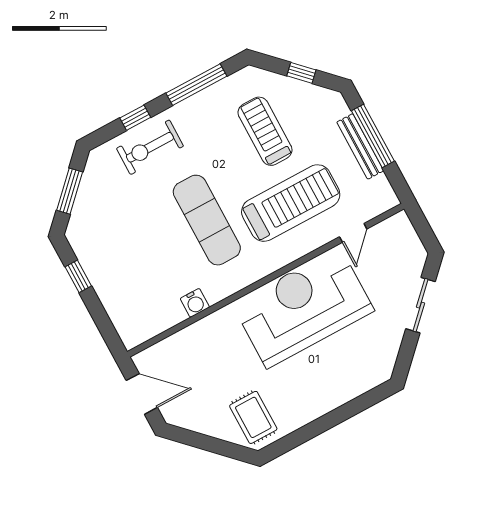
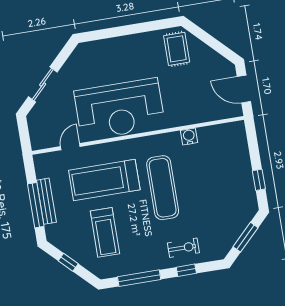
exercise bike: (150, 147) -> (183, 248), width x0.73, depth x0.72

